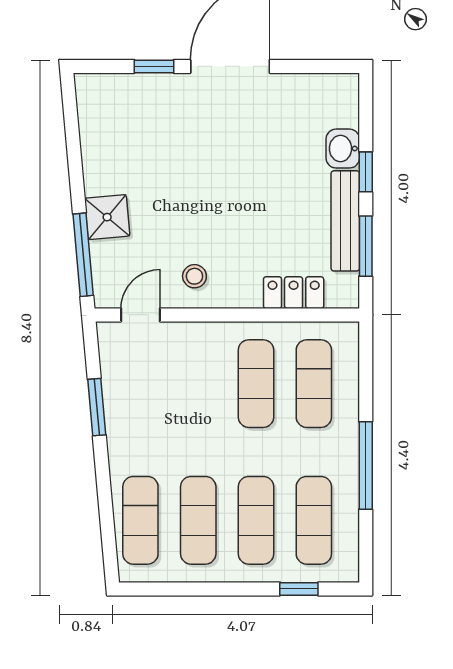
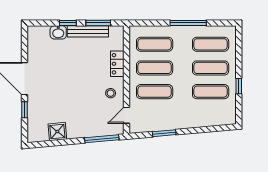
shower: (107, 217) -> (57, 132), moved
locker: (294, 293) -> (117, 64), moved
door: (141, 315) -> (126, 115), hinge flipped
exercise mat: (140, 520) -> (155, 92), moved
window: (299, 589) -> (239, 86), moved

